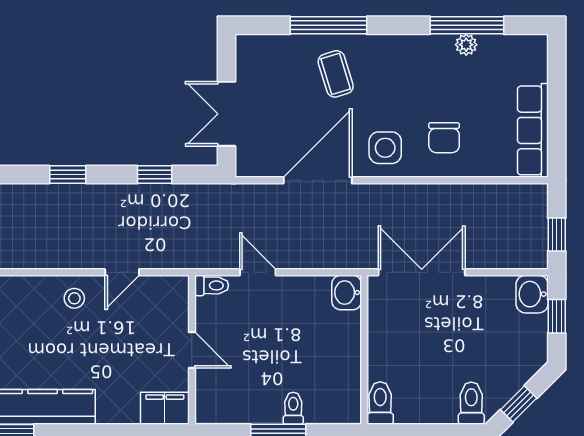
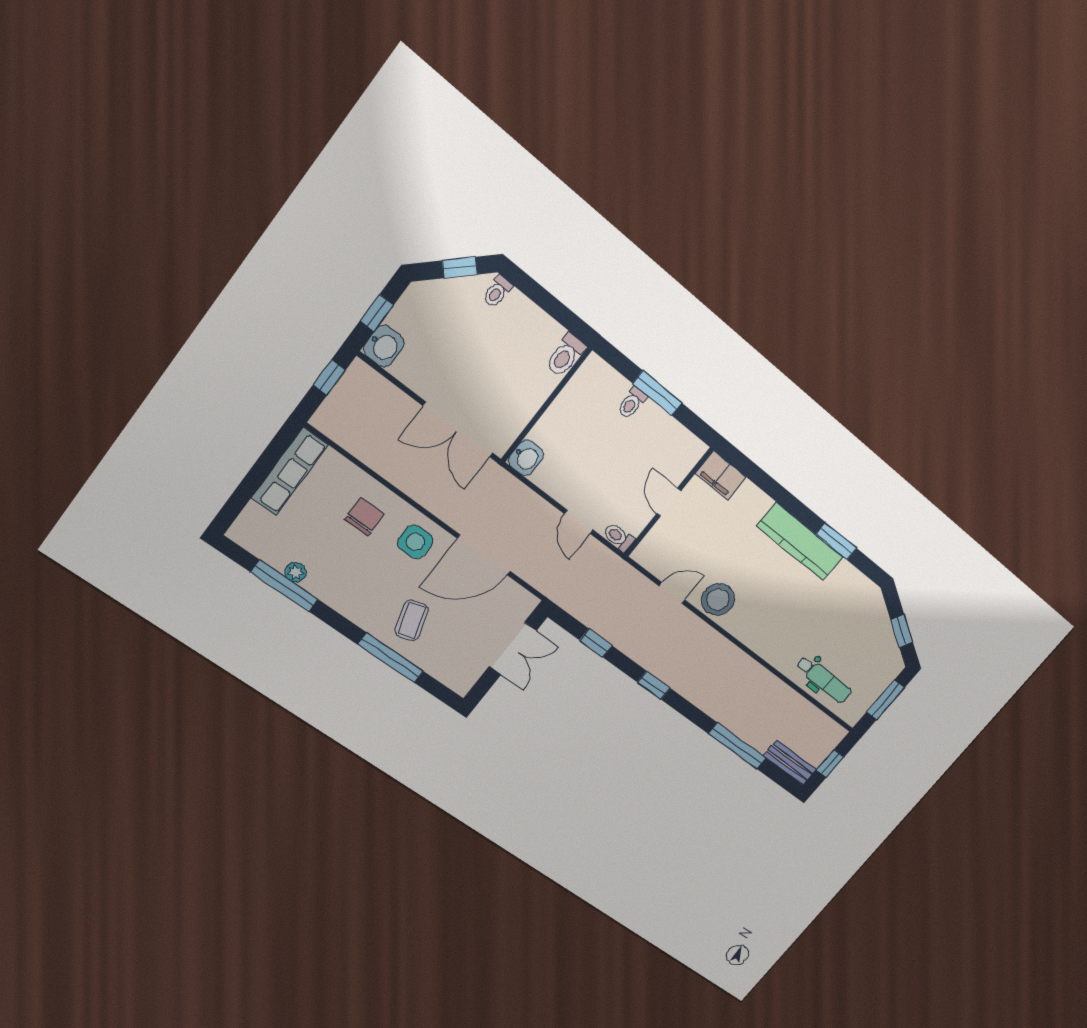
stool: (74, 298) -> (718, 599), width x1.89, depth x1.89
toilet: (471, 403) -> (497, 292), width x0.73, depth x0.72

